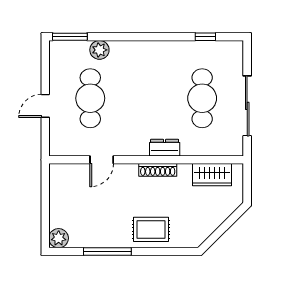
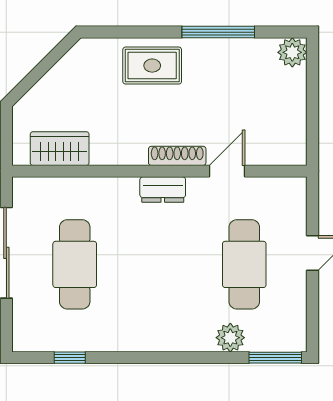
dresser: (165, 148) -> (163, 190), moved
shoe rack: (158, 170) -> (177, 156), moved

